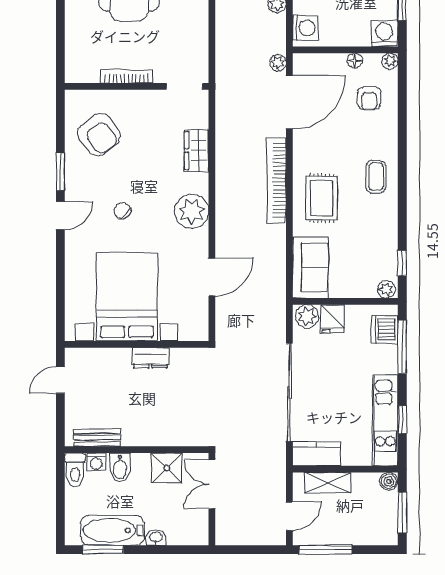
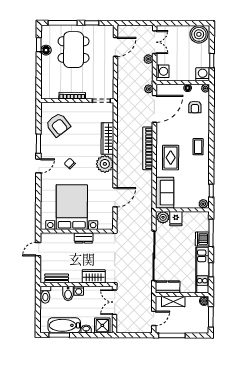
wardrobe: (197, 151) -> (107, 139), width x1.50
dishwasher: (385, 330) -> (202, 239), moved
wardrobe: (171, 433) -> (94, 276), added
washing machine: (96, 462) -> (79, 291), moved
shower: (167, 468) -> (102, 325), moved

